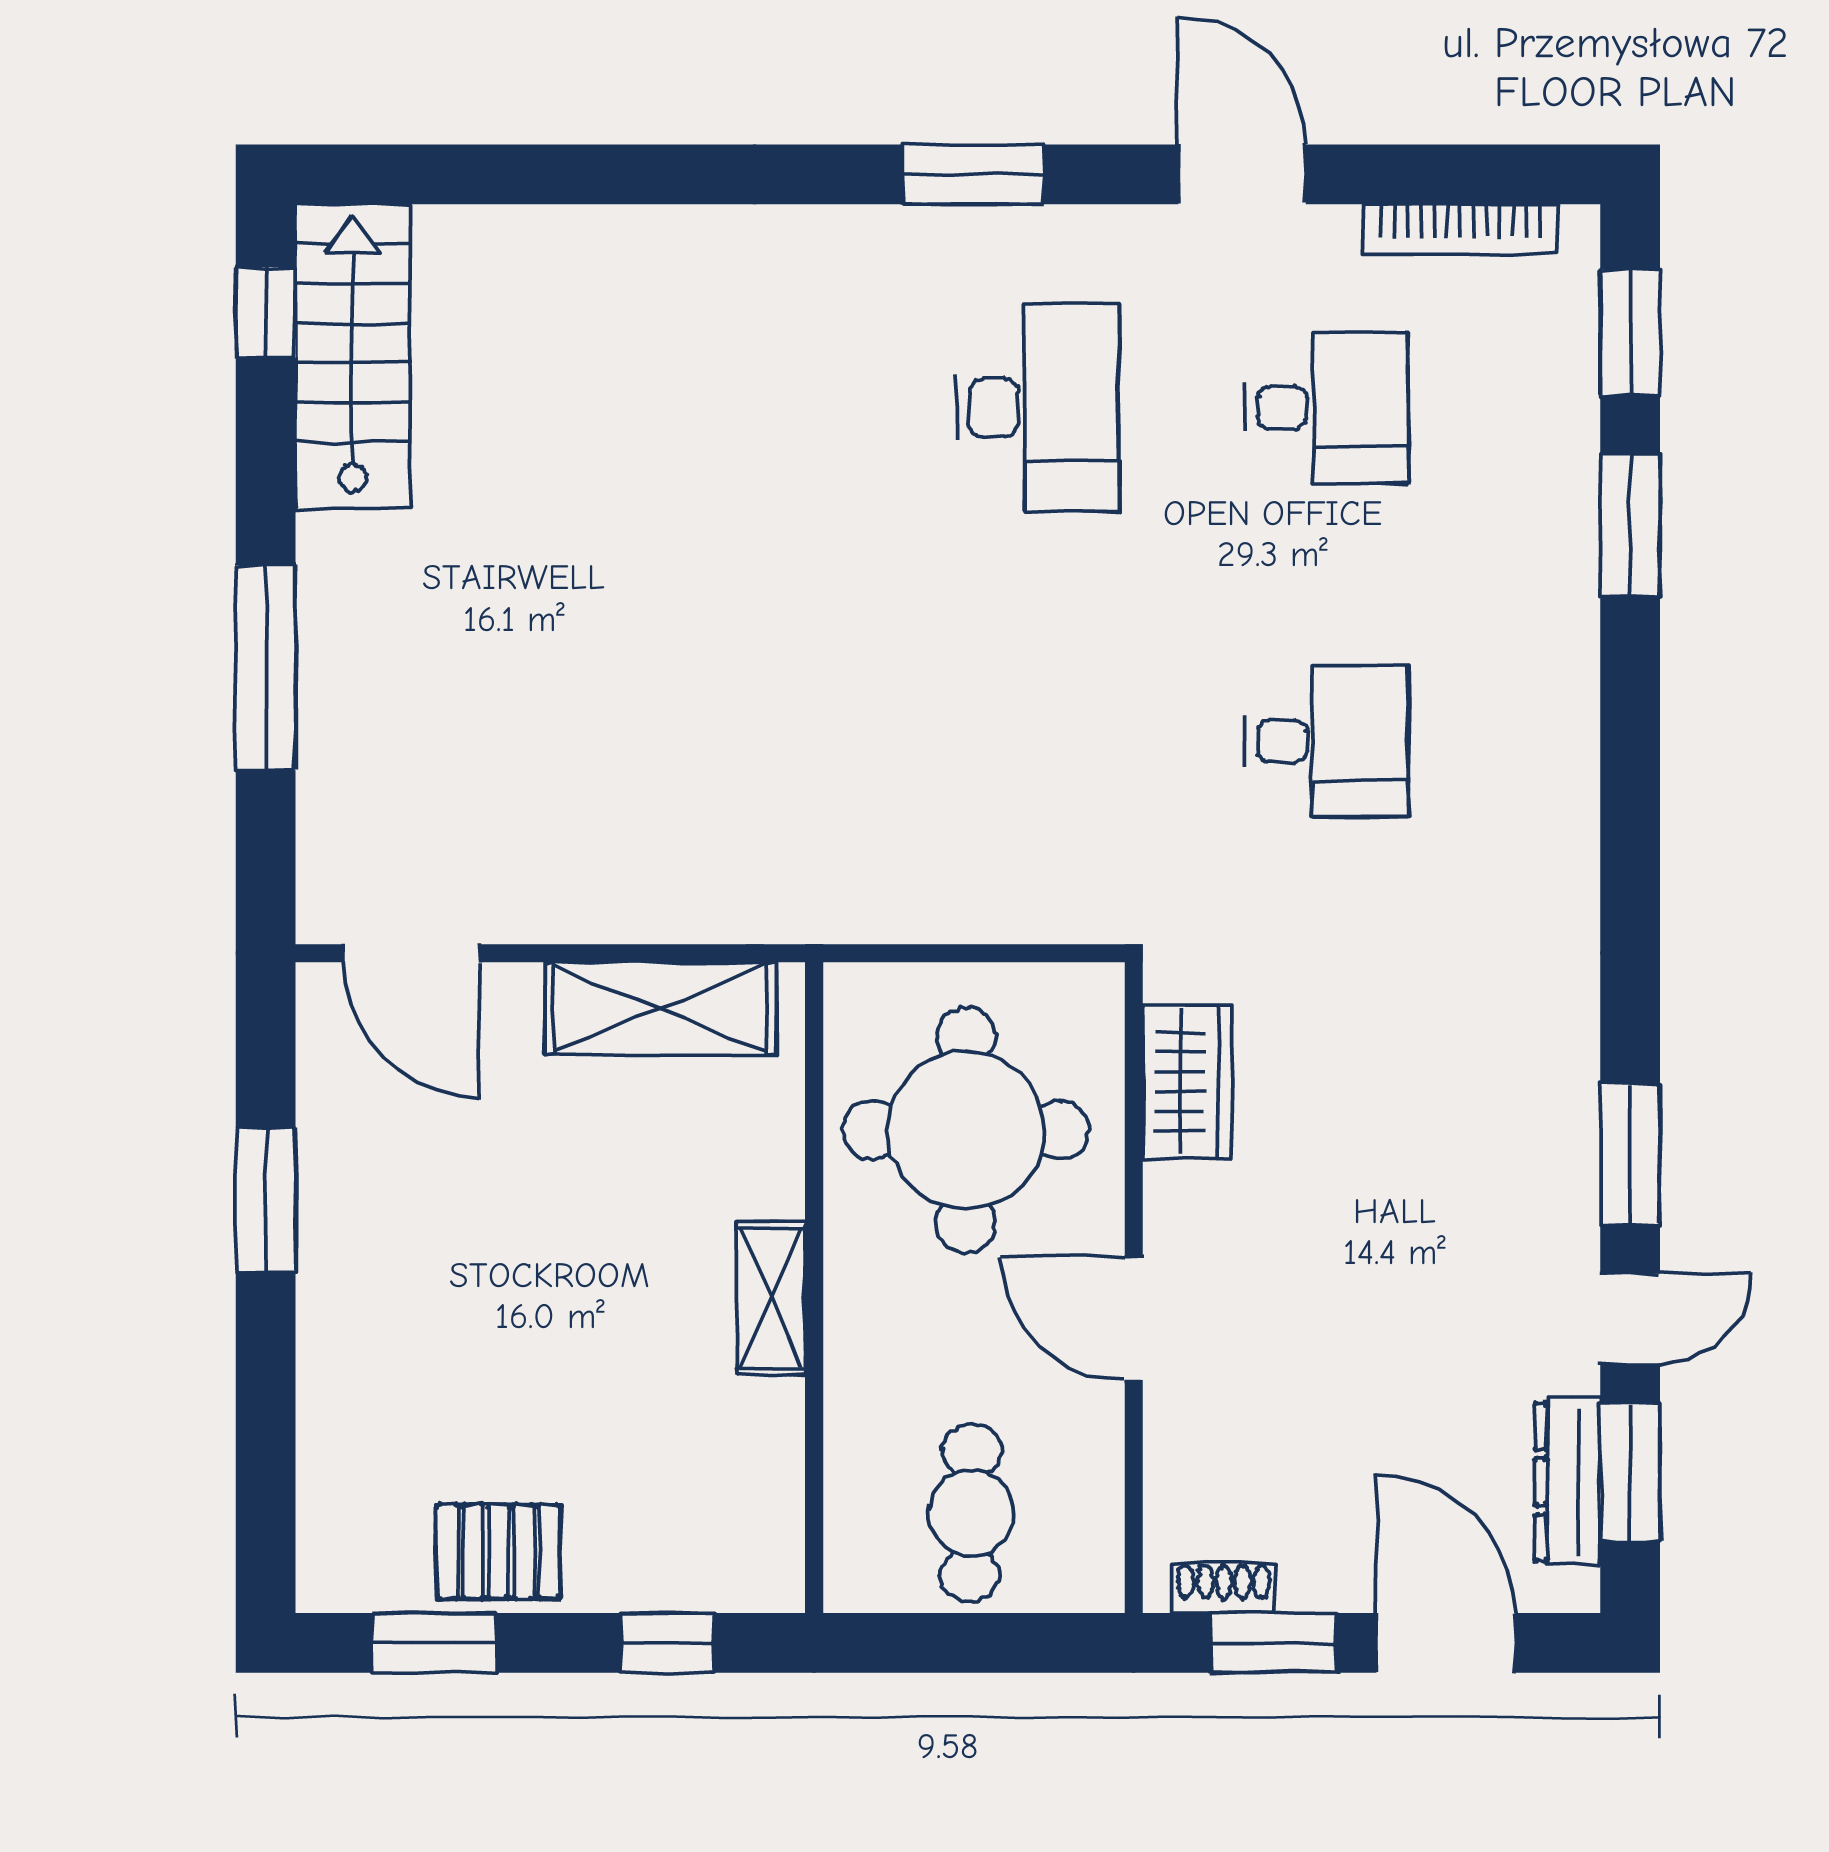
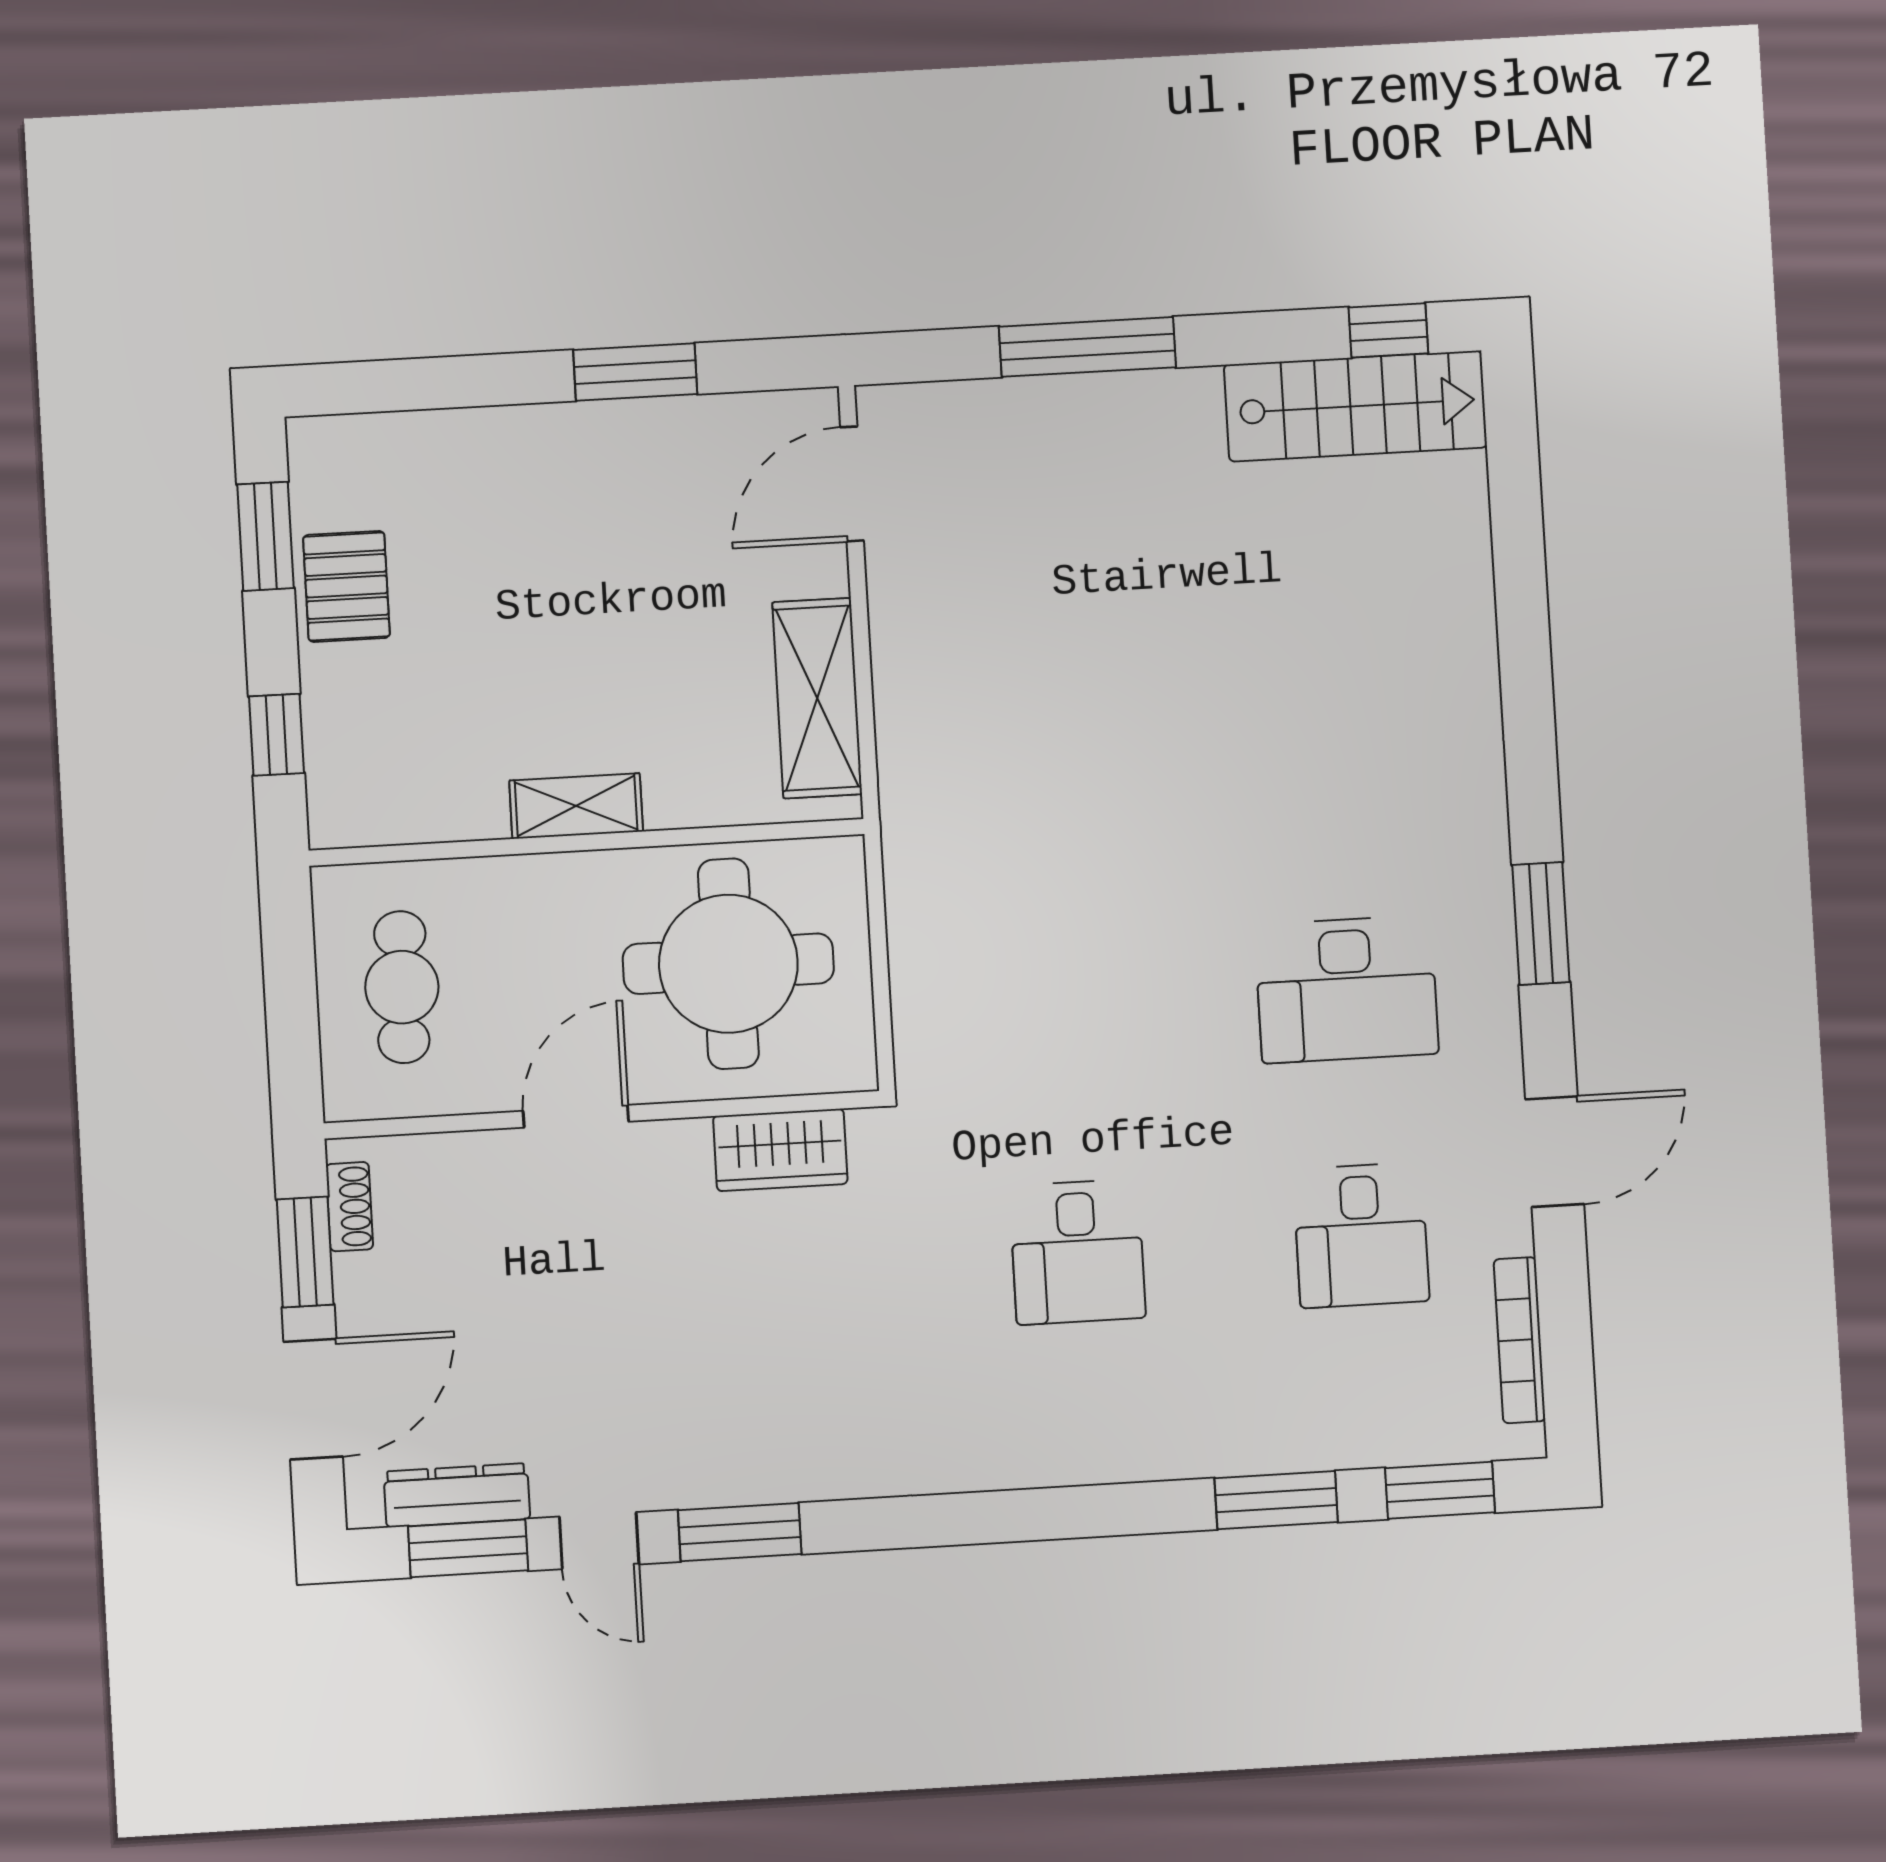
cafe table: (971, 1513) -> (402, 987), turned 90

